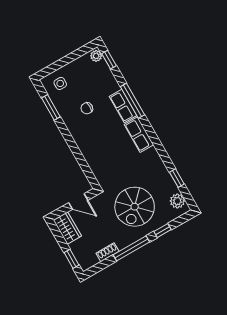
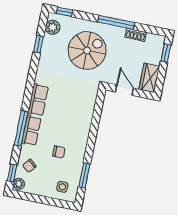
chair: (100, 77) -> (29, 166), added
window: (162, 231) -> (65, 12), moved

